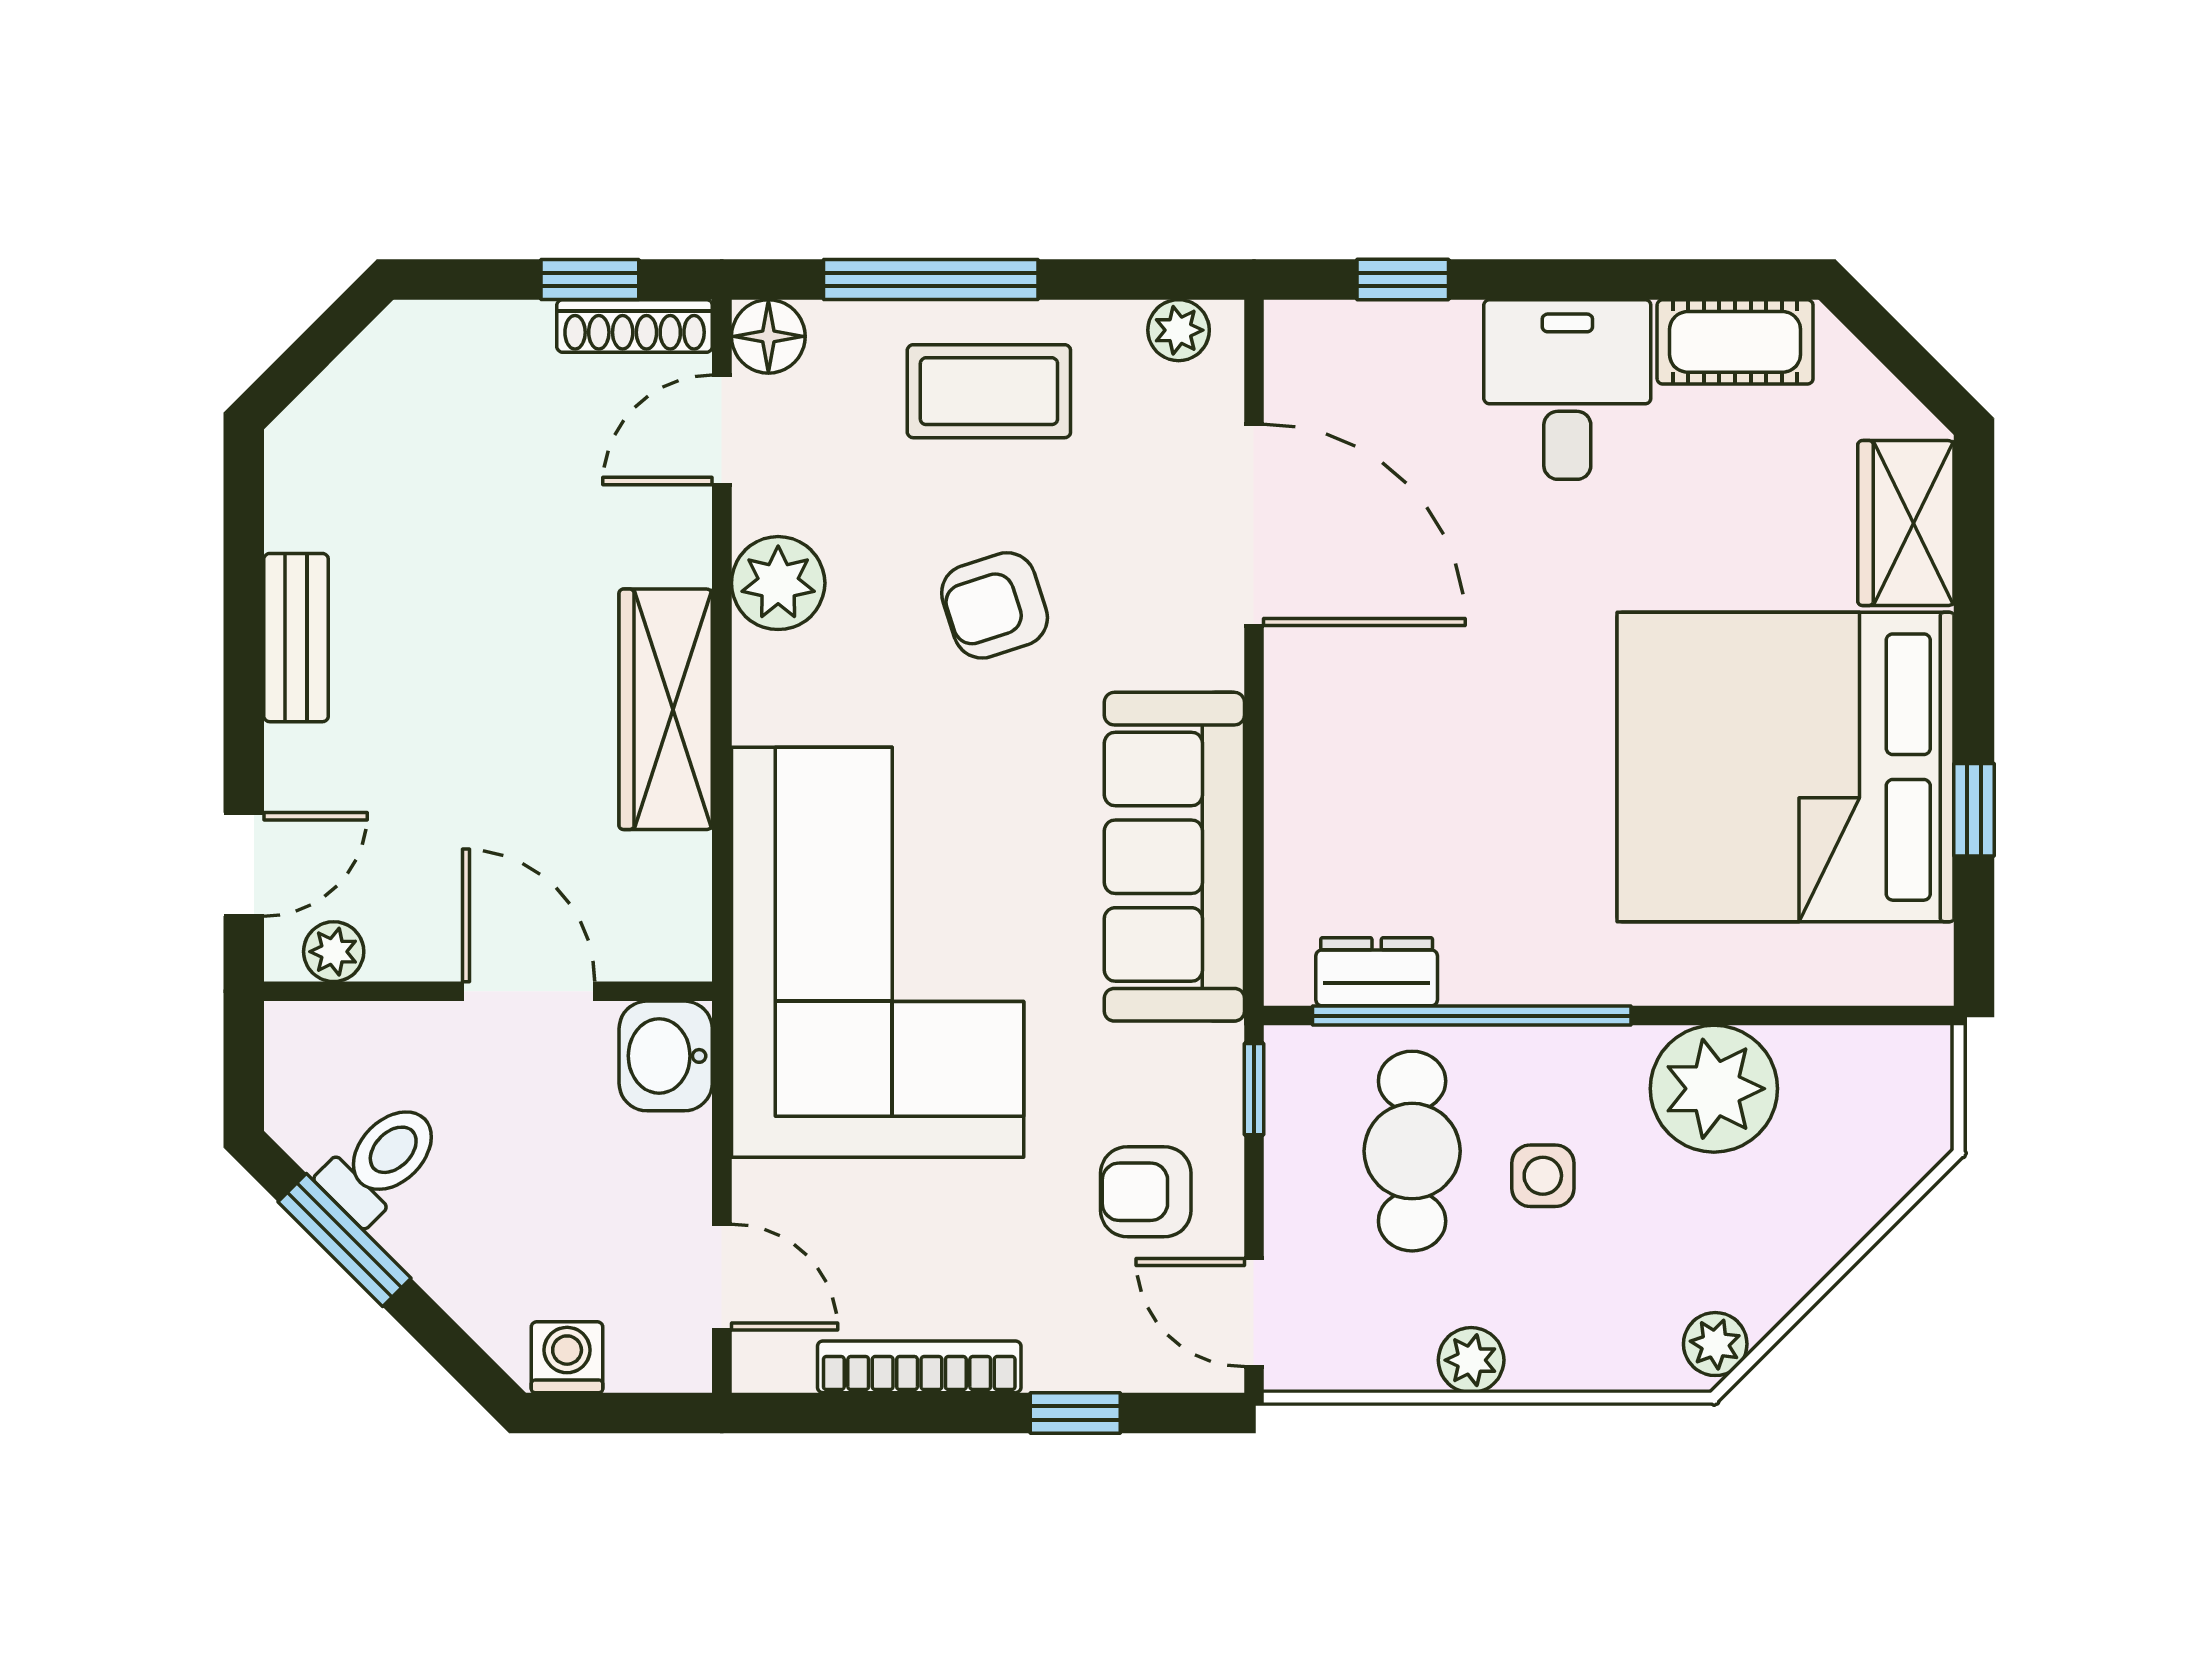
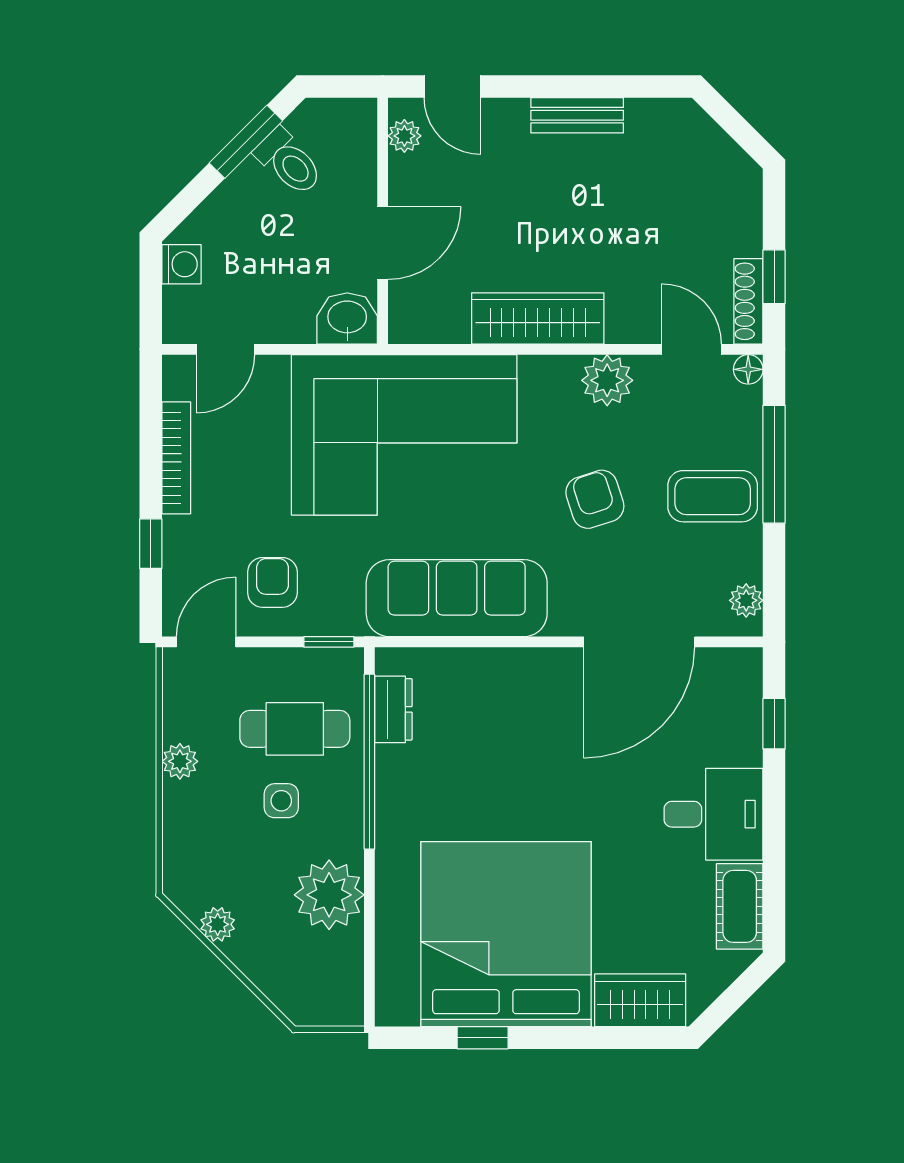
floor lamp: (768, 336) -> (748, 369), width x0.73, depth x0.73
coffee table: (989, 391) -> (713, 496), turned 90
plant: (1715, 1344) -> (218, 924), moved

